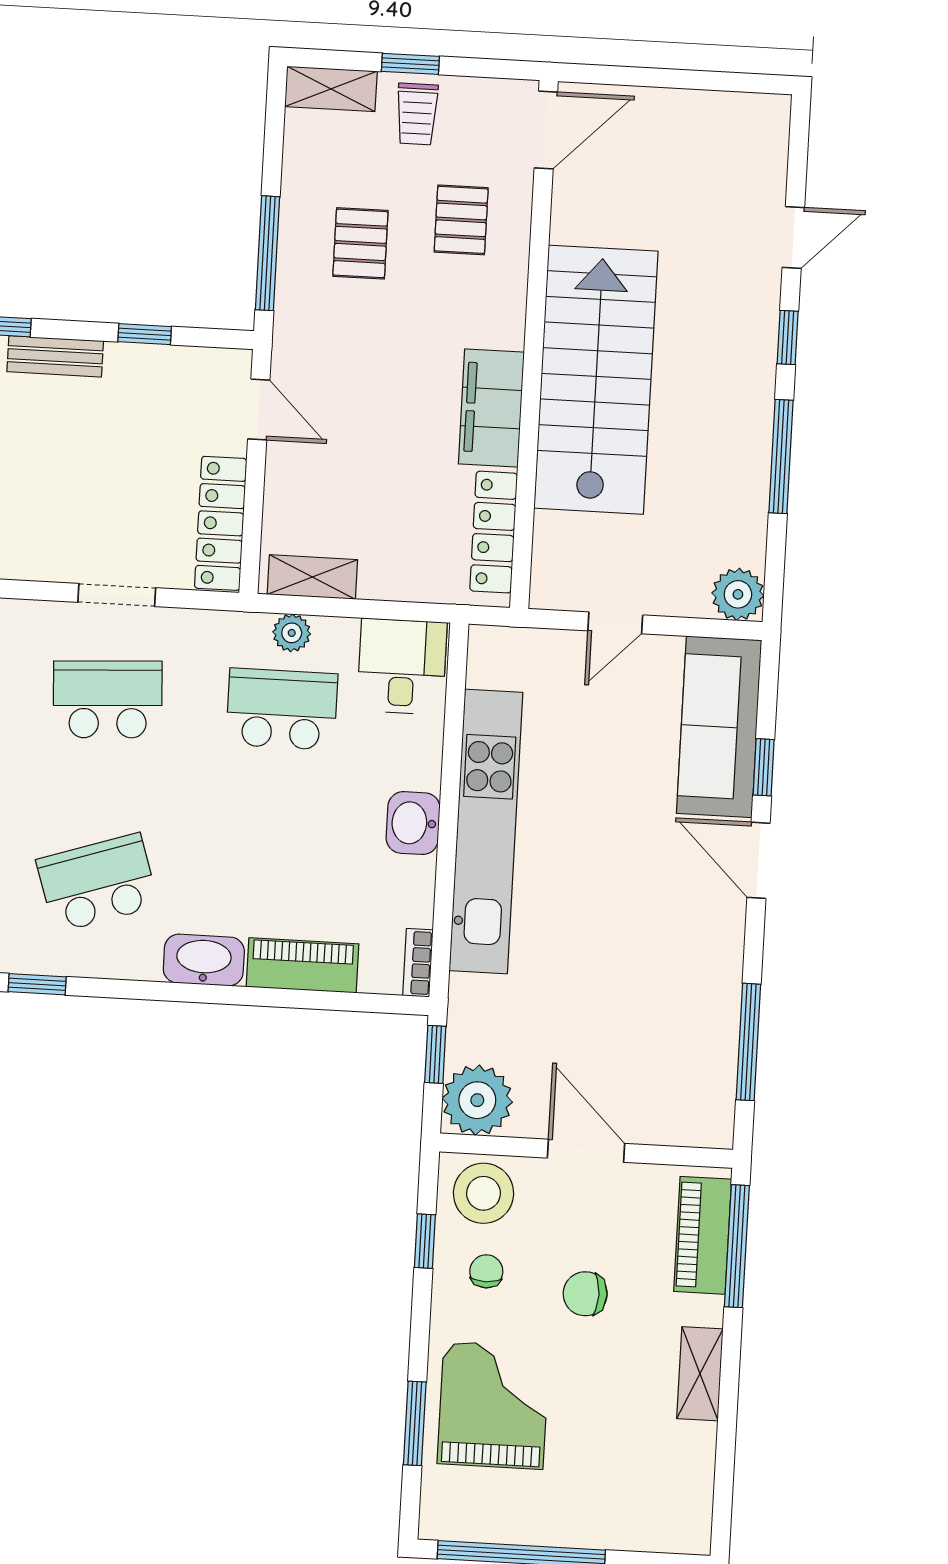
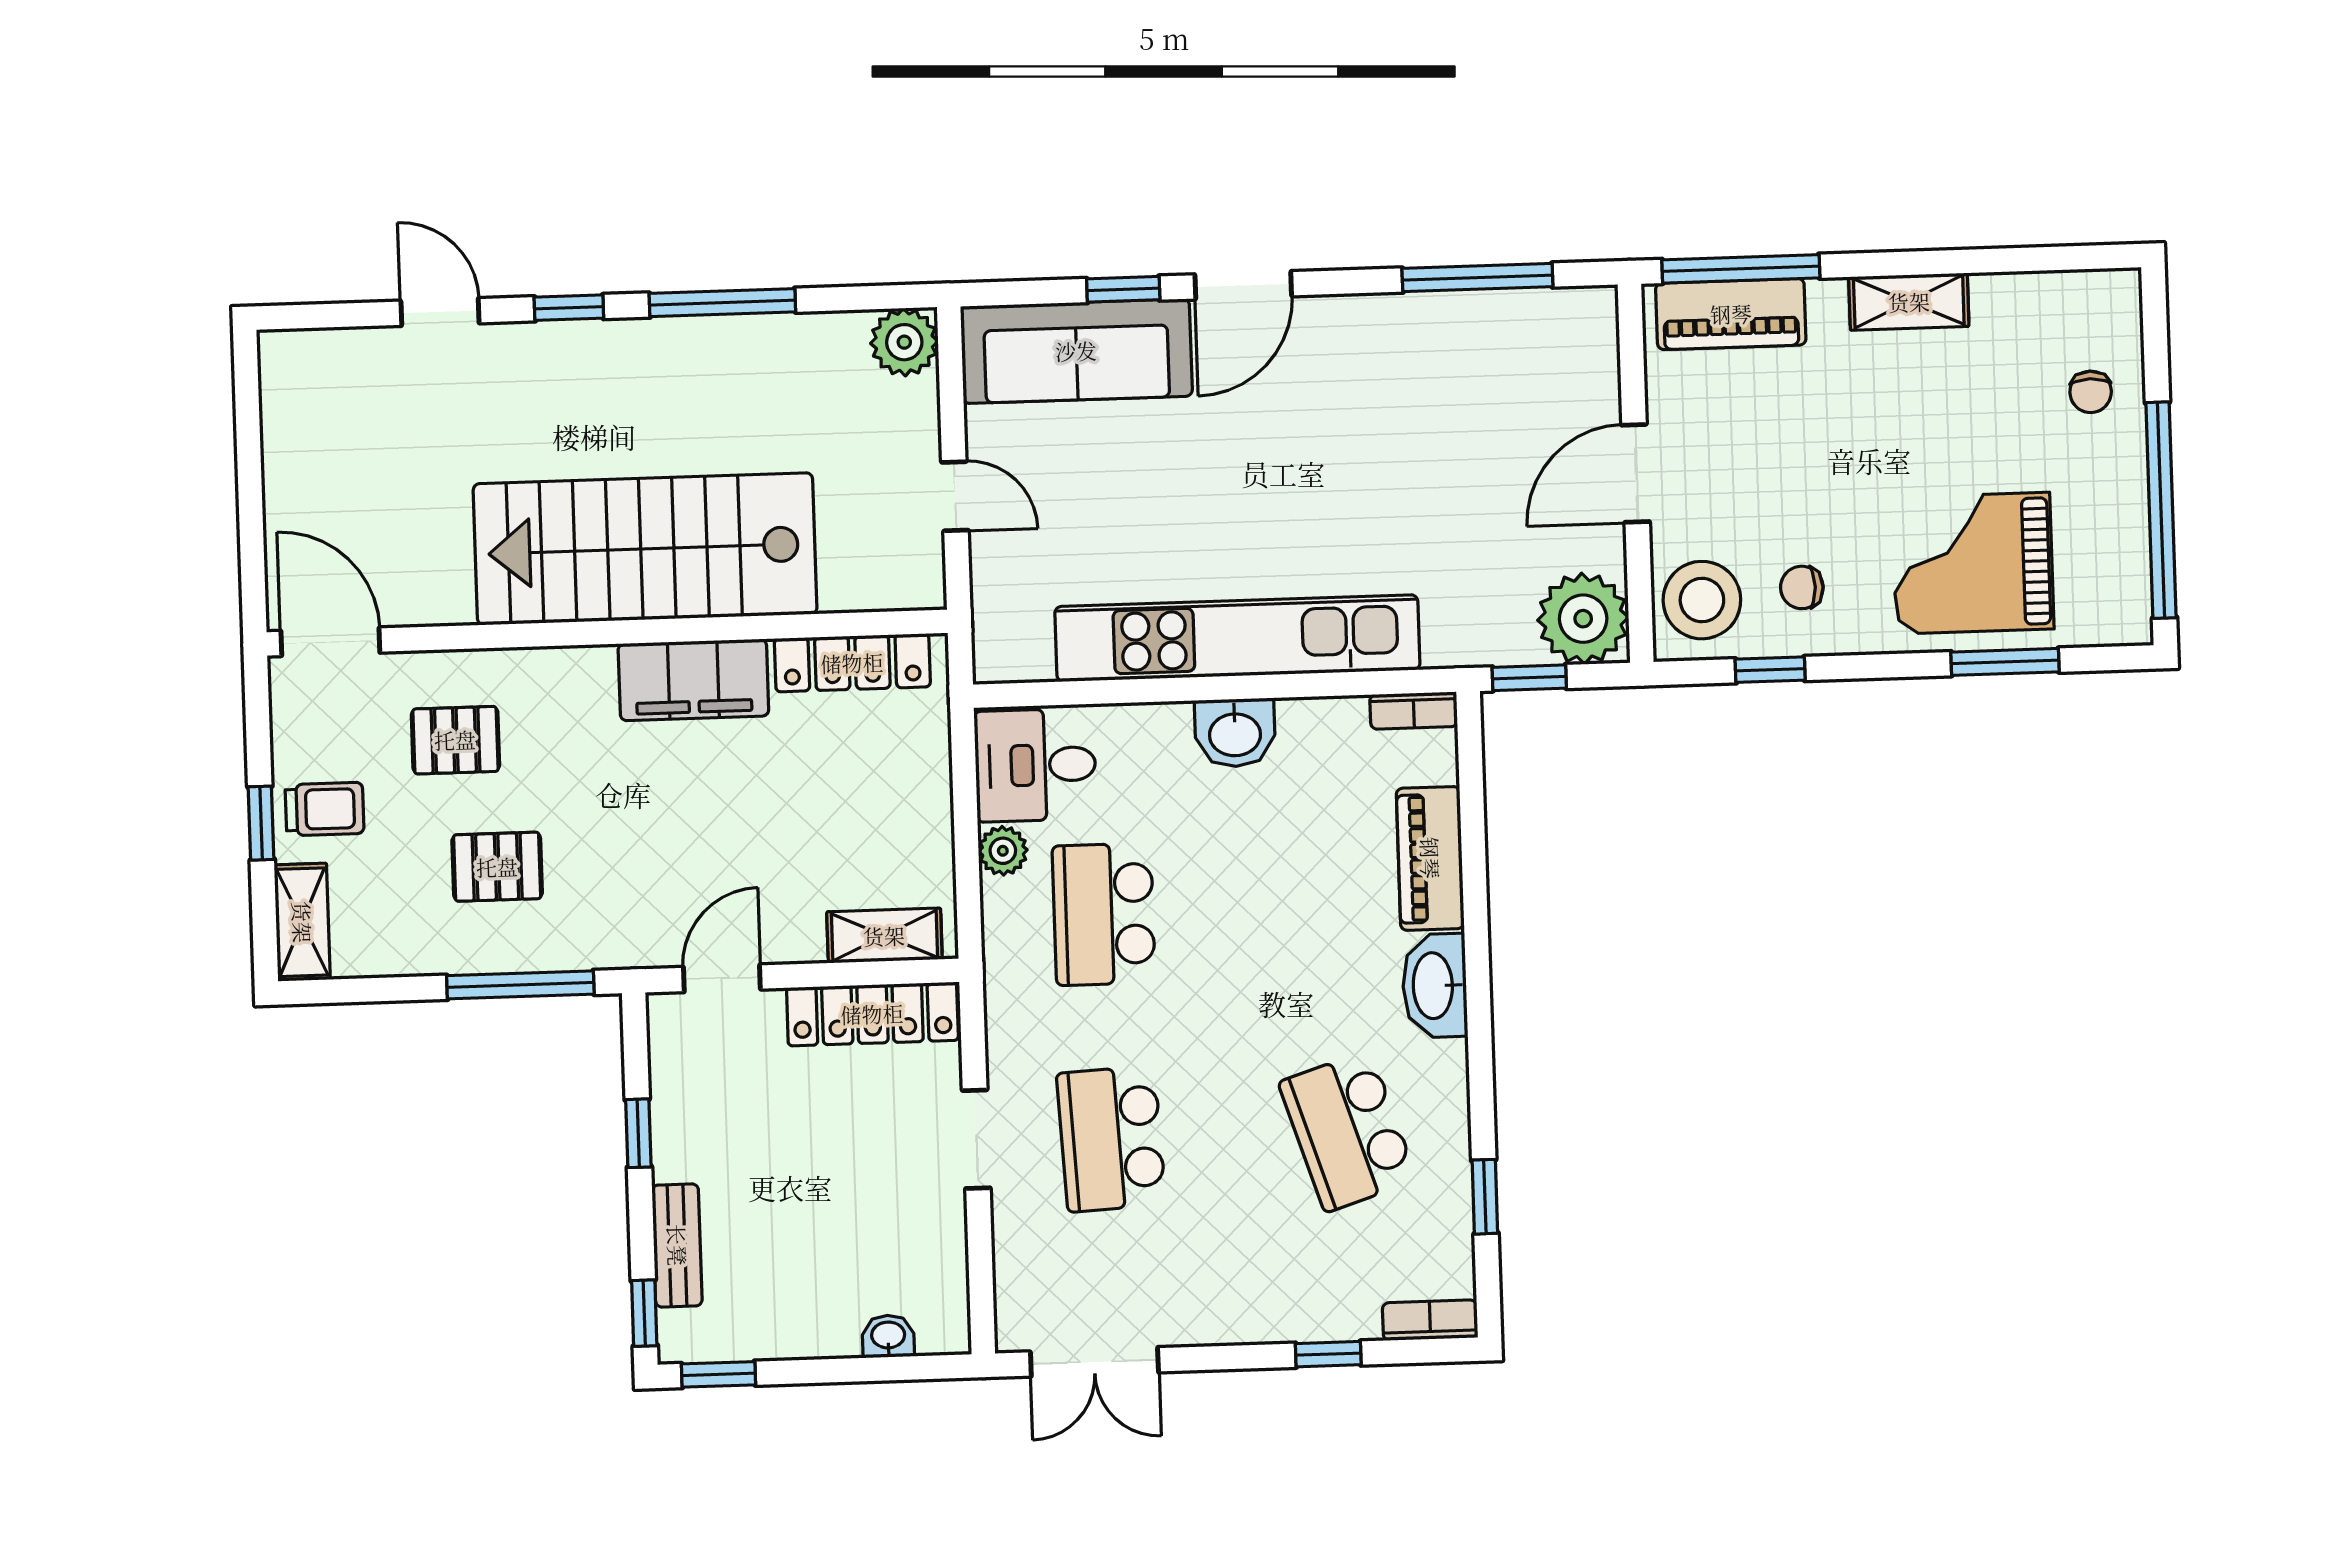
shelving: (312, 577) -> (884, 936), moved, turned 90
plant: (292, 633) -> (1003, 851), moved
chair: (585, 1294) -> (2091, 392), moved, width x0.73, depth x0.73

